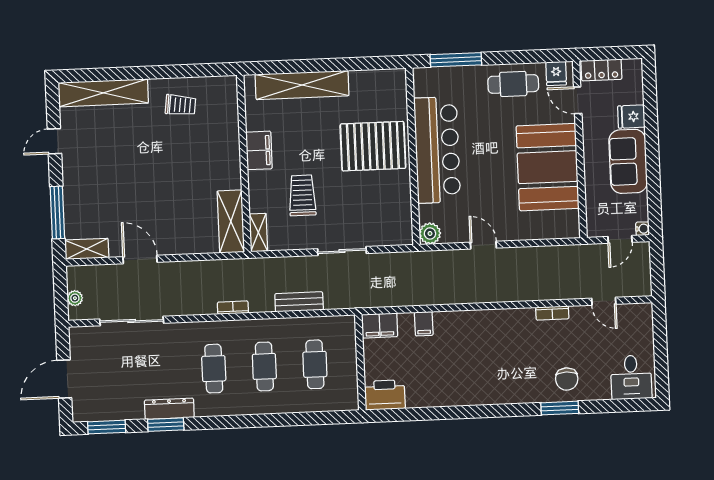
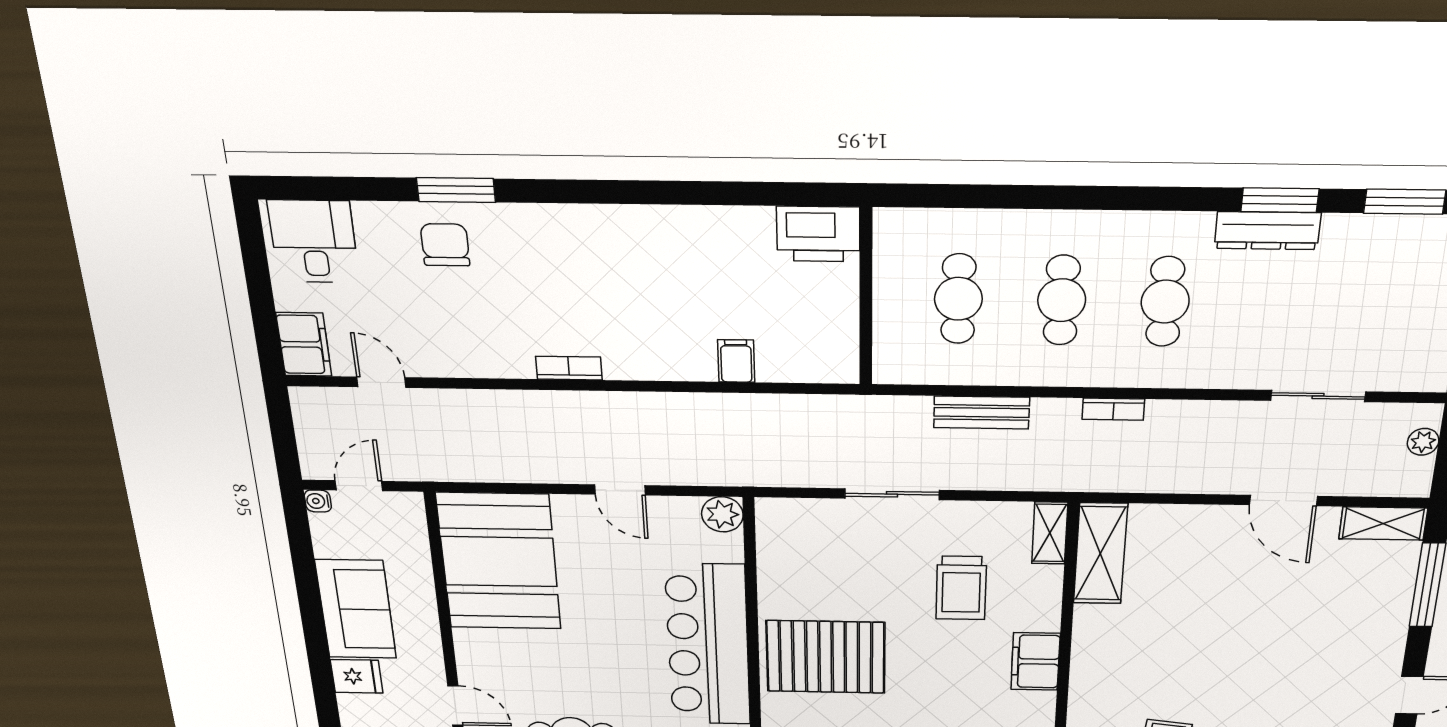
booth: (548, 167) -> (499, 562), moved
bookcase: (552, 313) -> (569, 368), moved
sliding door: (132, 321) -> (1318, 396), width x0.73
filing cabinet: (380, 326) -> (304, 344), moved, turned 90

